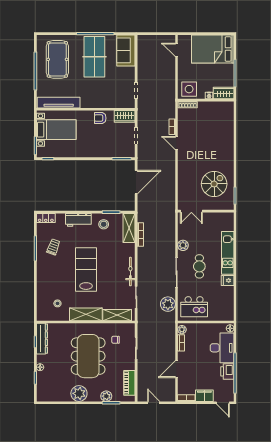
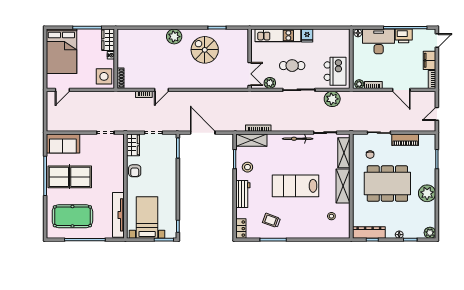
plant: (227, 155) -> (174, 37), added
double door: (191, 211) -> (250, 74), moved
wall: (206, 211) -> (250, 59), moved
piano: (129, 383) -> (405, 140), moved
plant: (106, 396) -> (430, 233), moved

